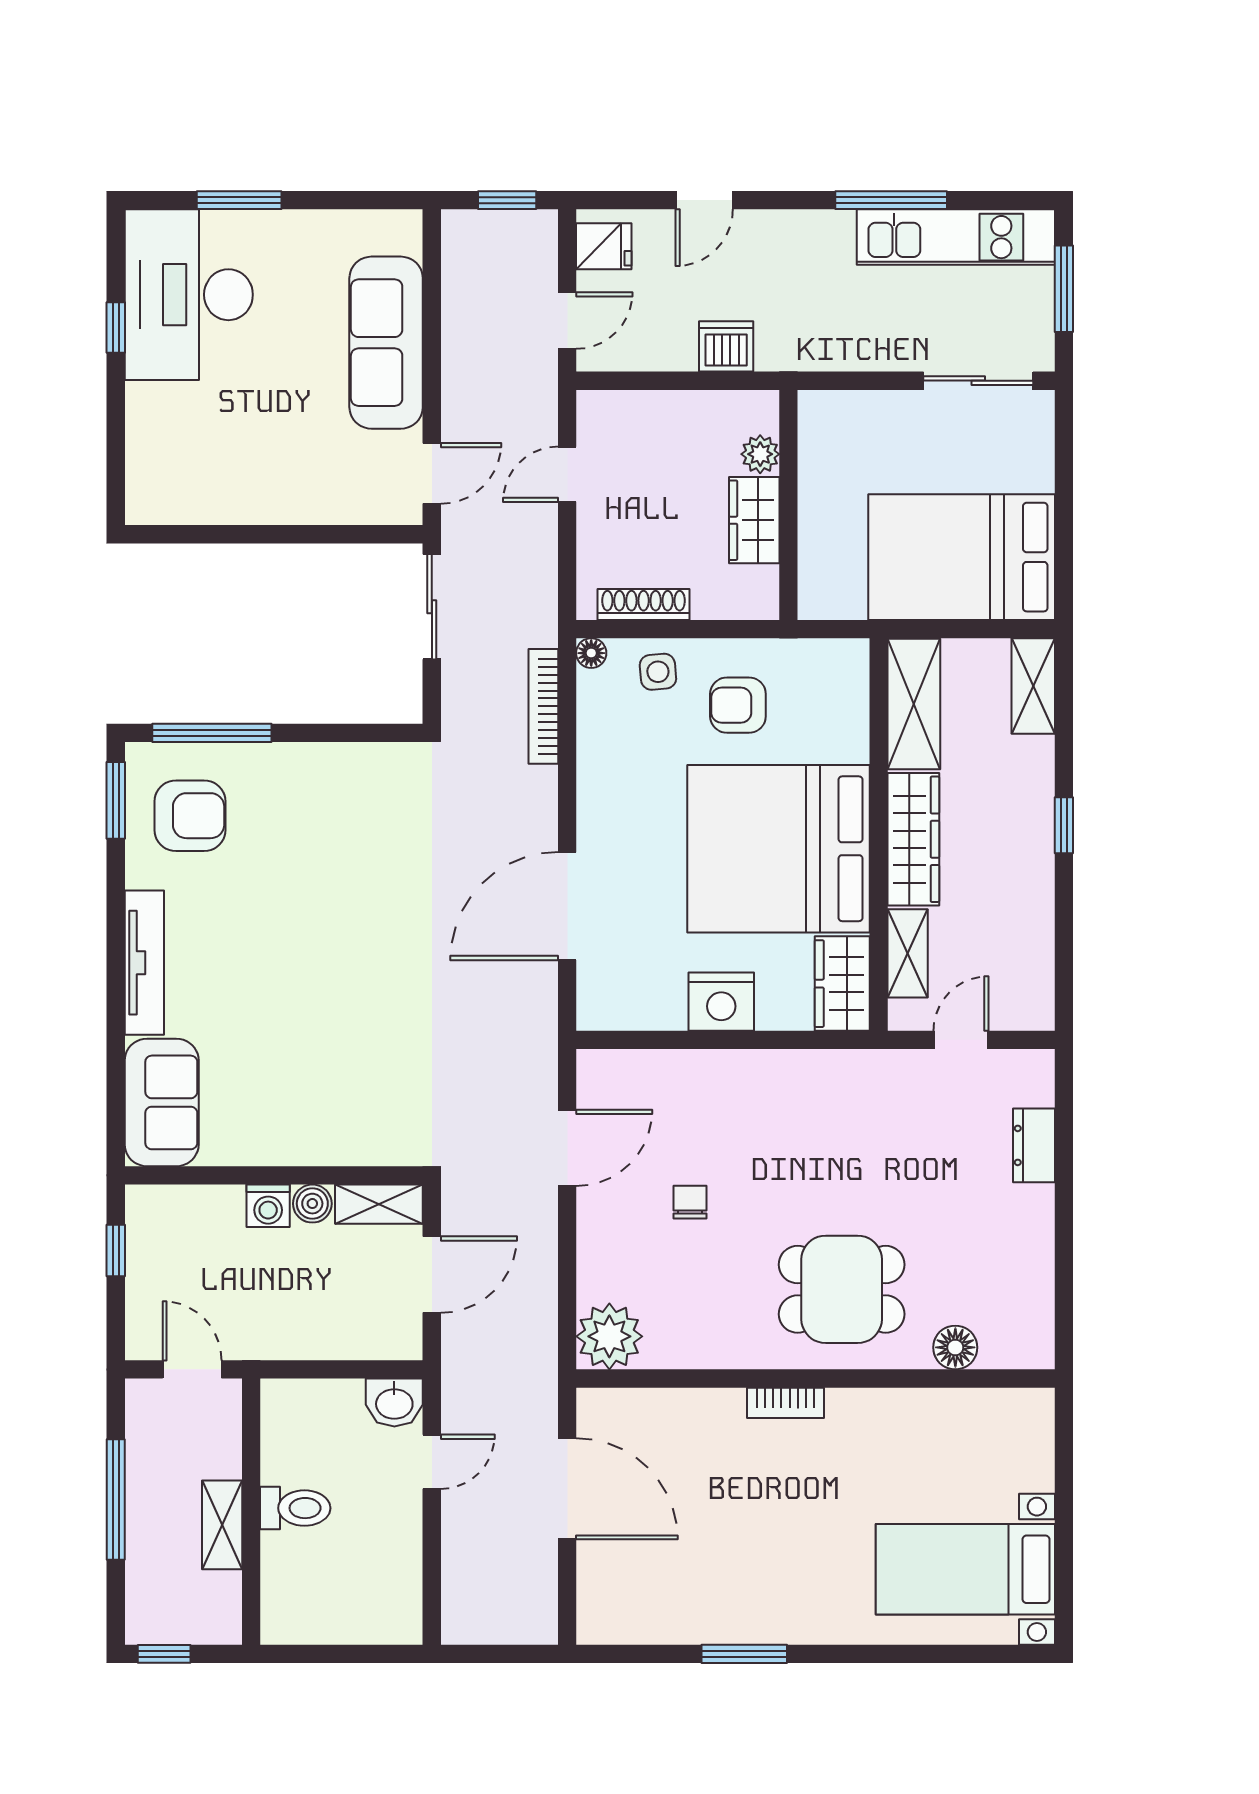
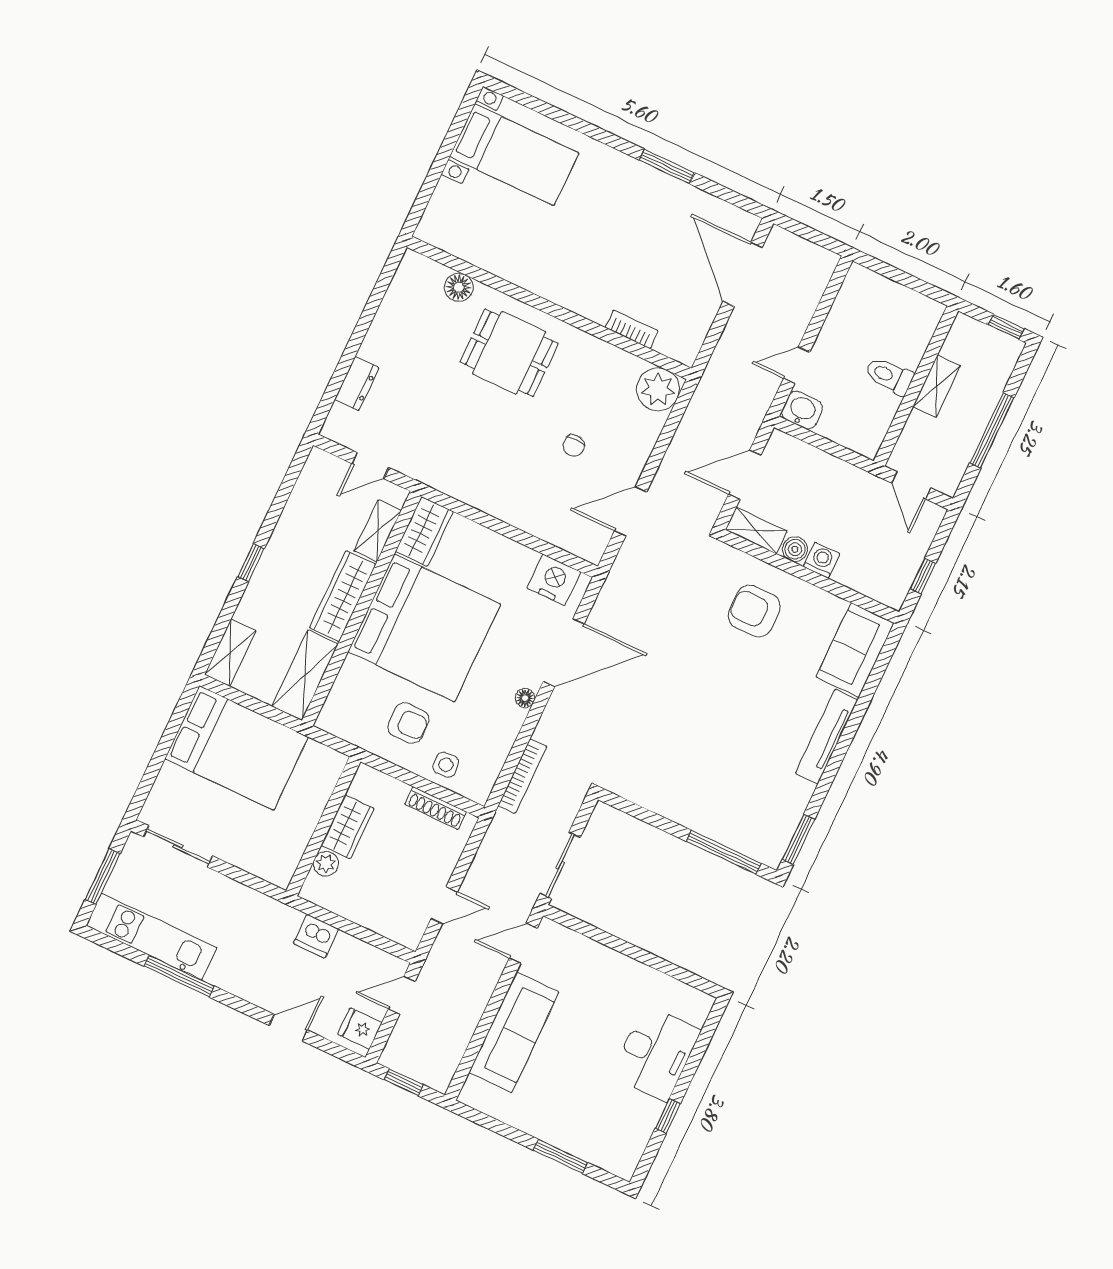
desk: (189, 295) -> (656, 1053), moved, width x0.73, depth x0.77
floor lamp: (591, 653) -> (525, 698), moved
armchair: (190, 816) -> (754, 611), moved
nightstand: (721, 1002) -> (554, 580), moved
bookcase: (785, 1403) -> (632, 329), moved
door: (567, 1489) -> (743, 274), moved

